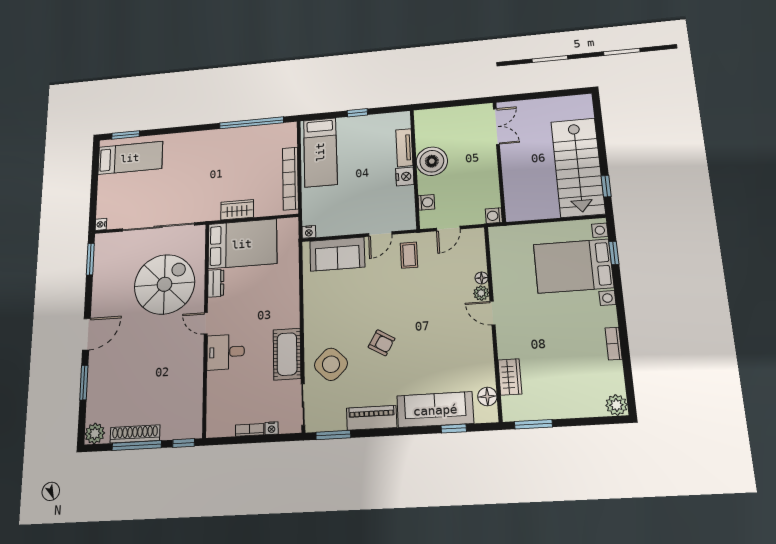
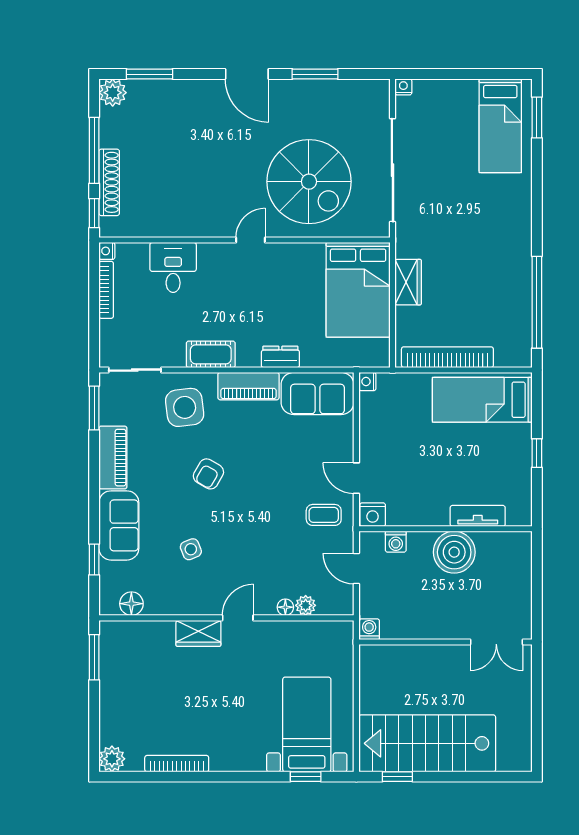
nightstand: (405, 176) -> (373, 515), moved
sofa: (337, 254) -> (317, 393), moved, turned -90
window: (90, 259) -> (315, 74), moved
bed with nightstands: (573, 266) -> (307, 724), width x0.73
dresser: (216, 283) -> (280, 357), moved, turned 180
plant: (481, 293) -> (306, 605), moved
piano: (314, 317) -> (248, 386), added
bookcase: (614, 344) -> (177, 764), width x1.56
desk: (225, 352) -> (173, 267), moved
side table: (441, 353) -> (191, 549), added
cot: (287, 354) -> (211, 354), width x0.73, depth x0.75
side table: (331, 364) -> (185, 407), turned 38
wardrobe: (510, 377) -> (198, 633), moved
window: (84, 383) -> (149, 74), moved
sofa: (435, 410) -> (119, 525), width x0.73
nightstand: (272, 428) -> (107, 251), moved
bookcase: (250, 430) -> (106, 290), width x1.56
shoe rack: (135, 434) -> (109, 182), moved

